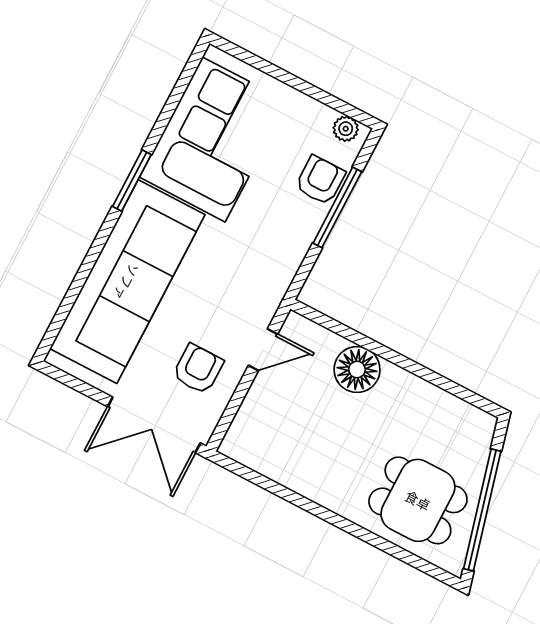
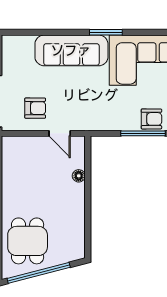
sofa: (127, 282) -> (71, 50), width x0.74, depth x0.79
floor lamp: (357, 370) -> (79, 176), width x0.53, depth x0.53

